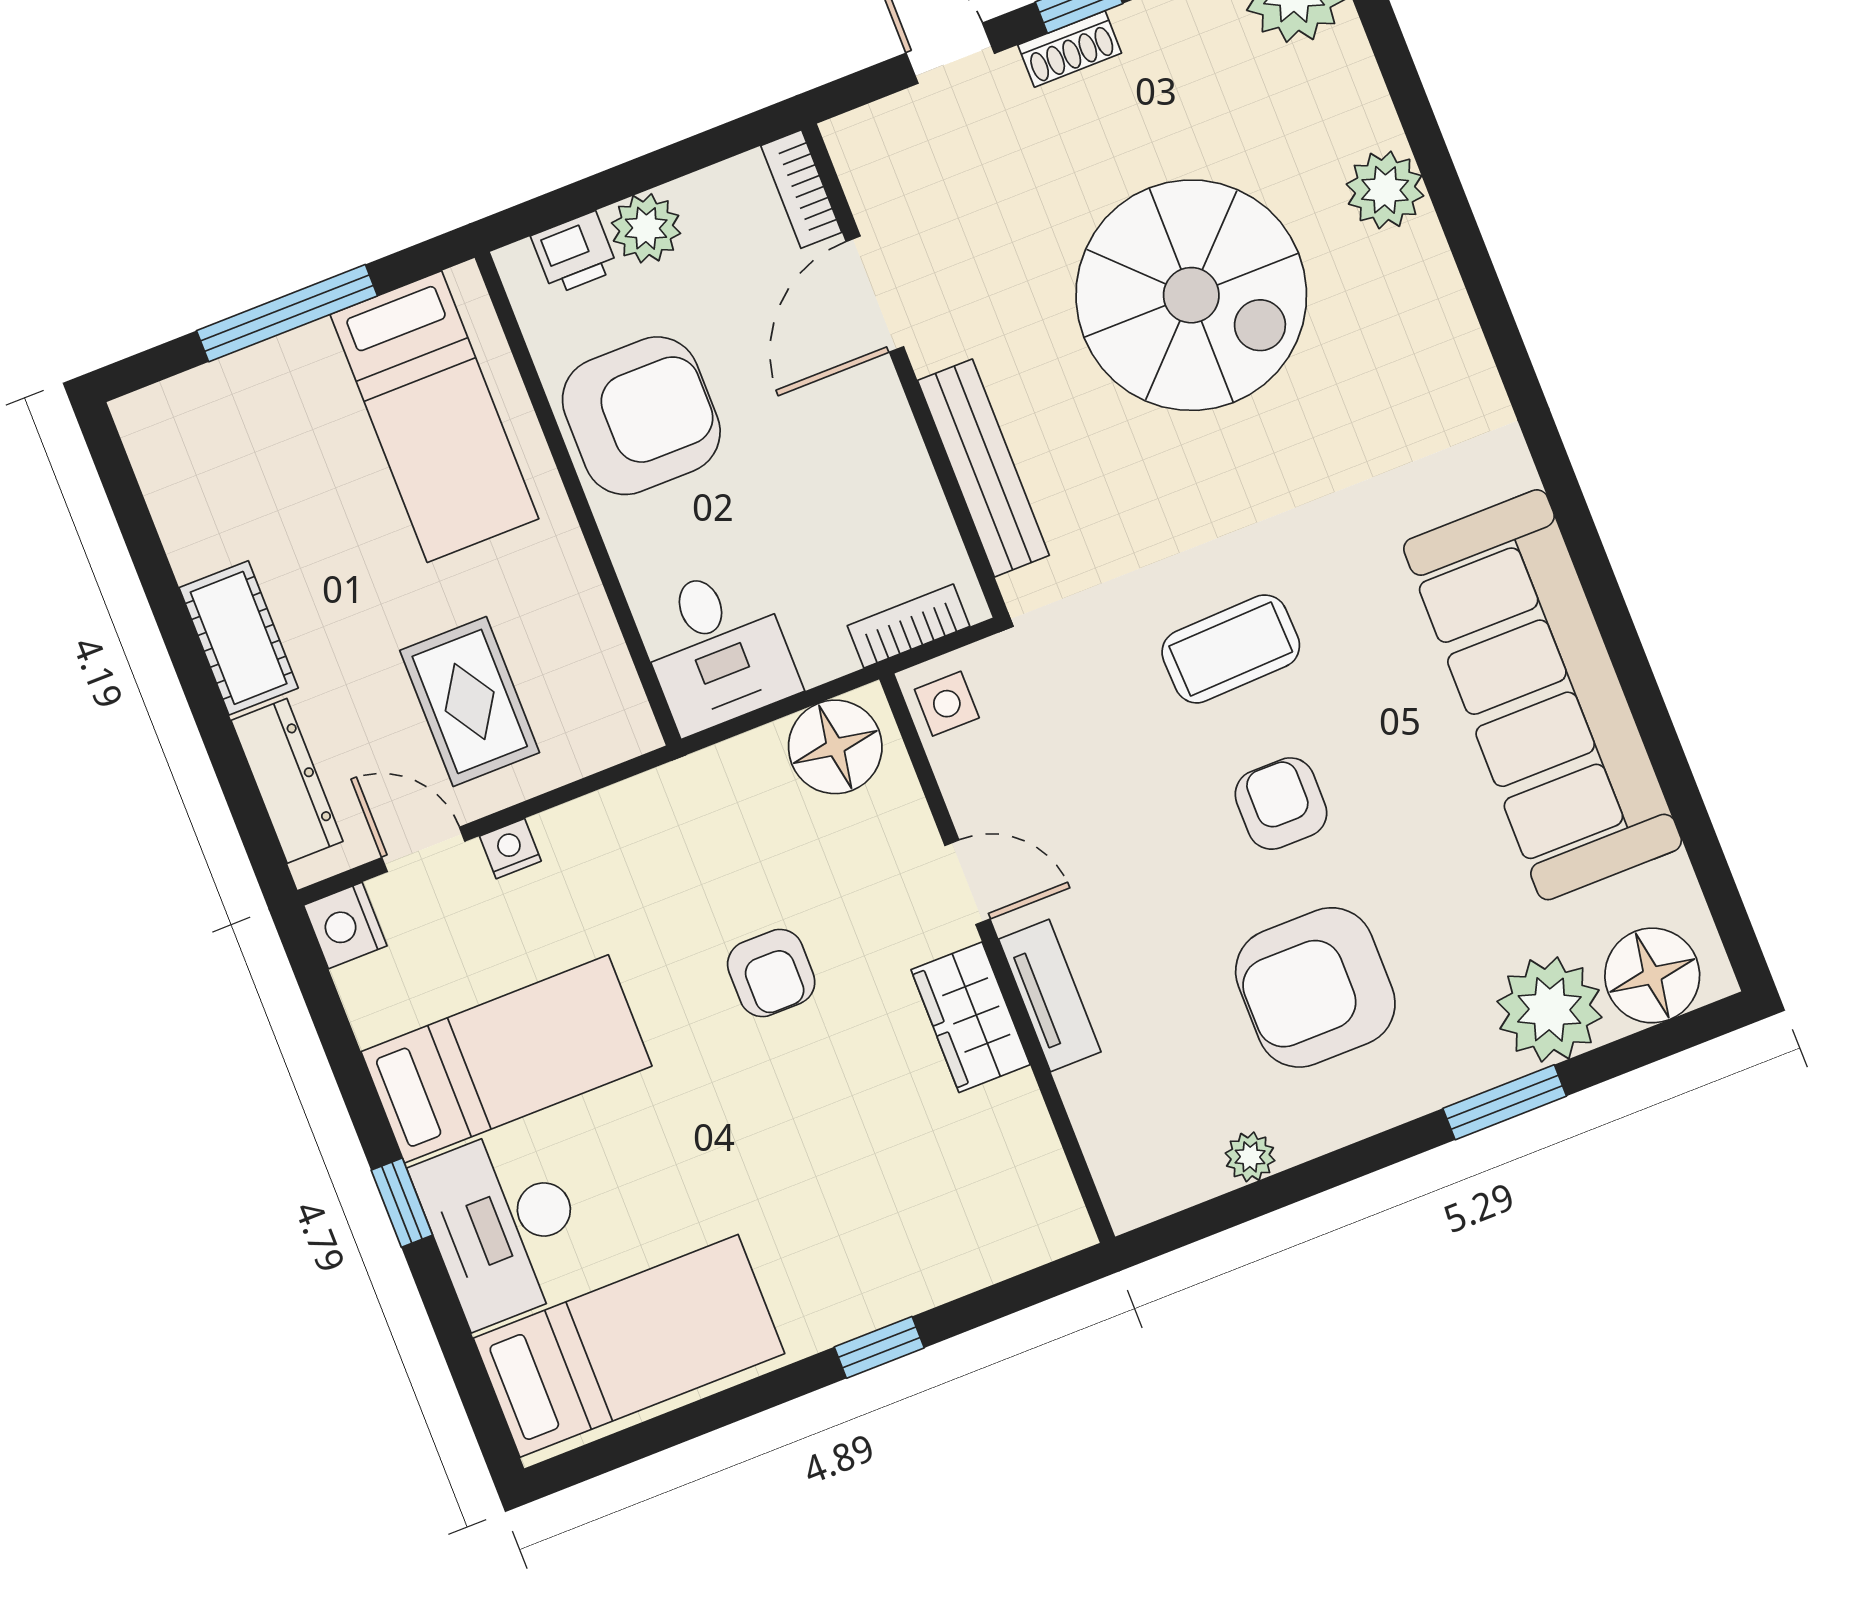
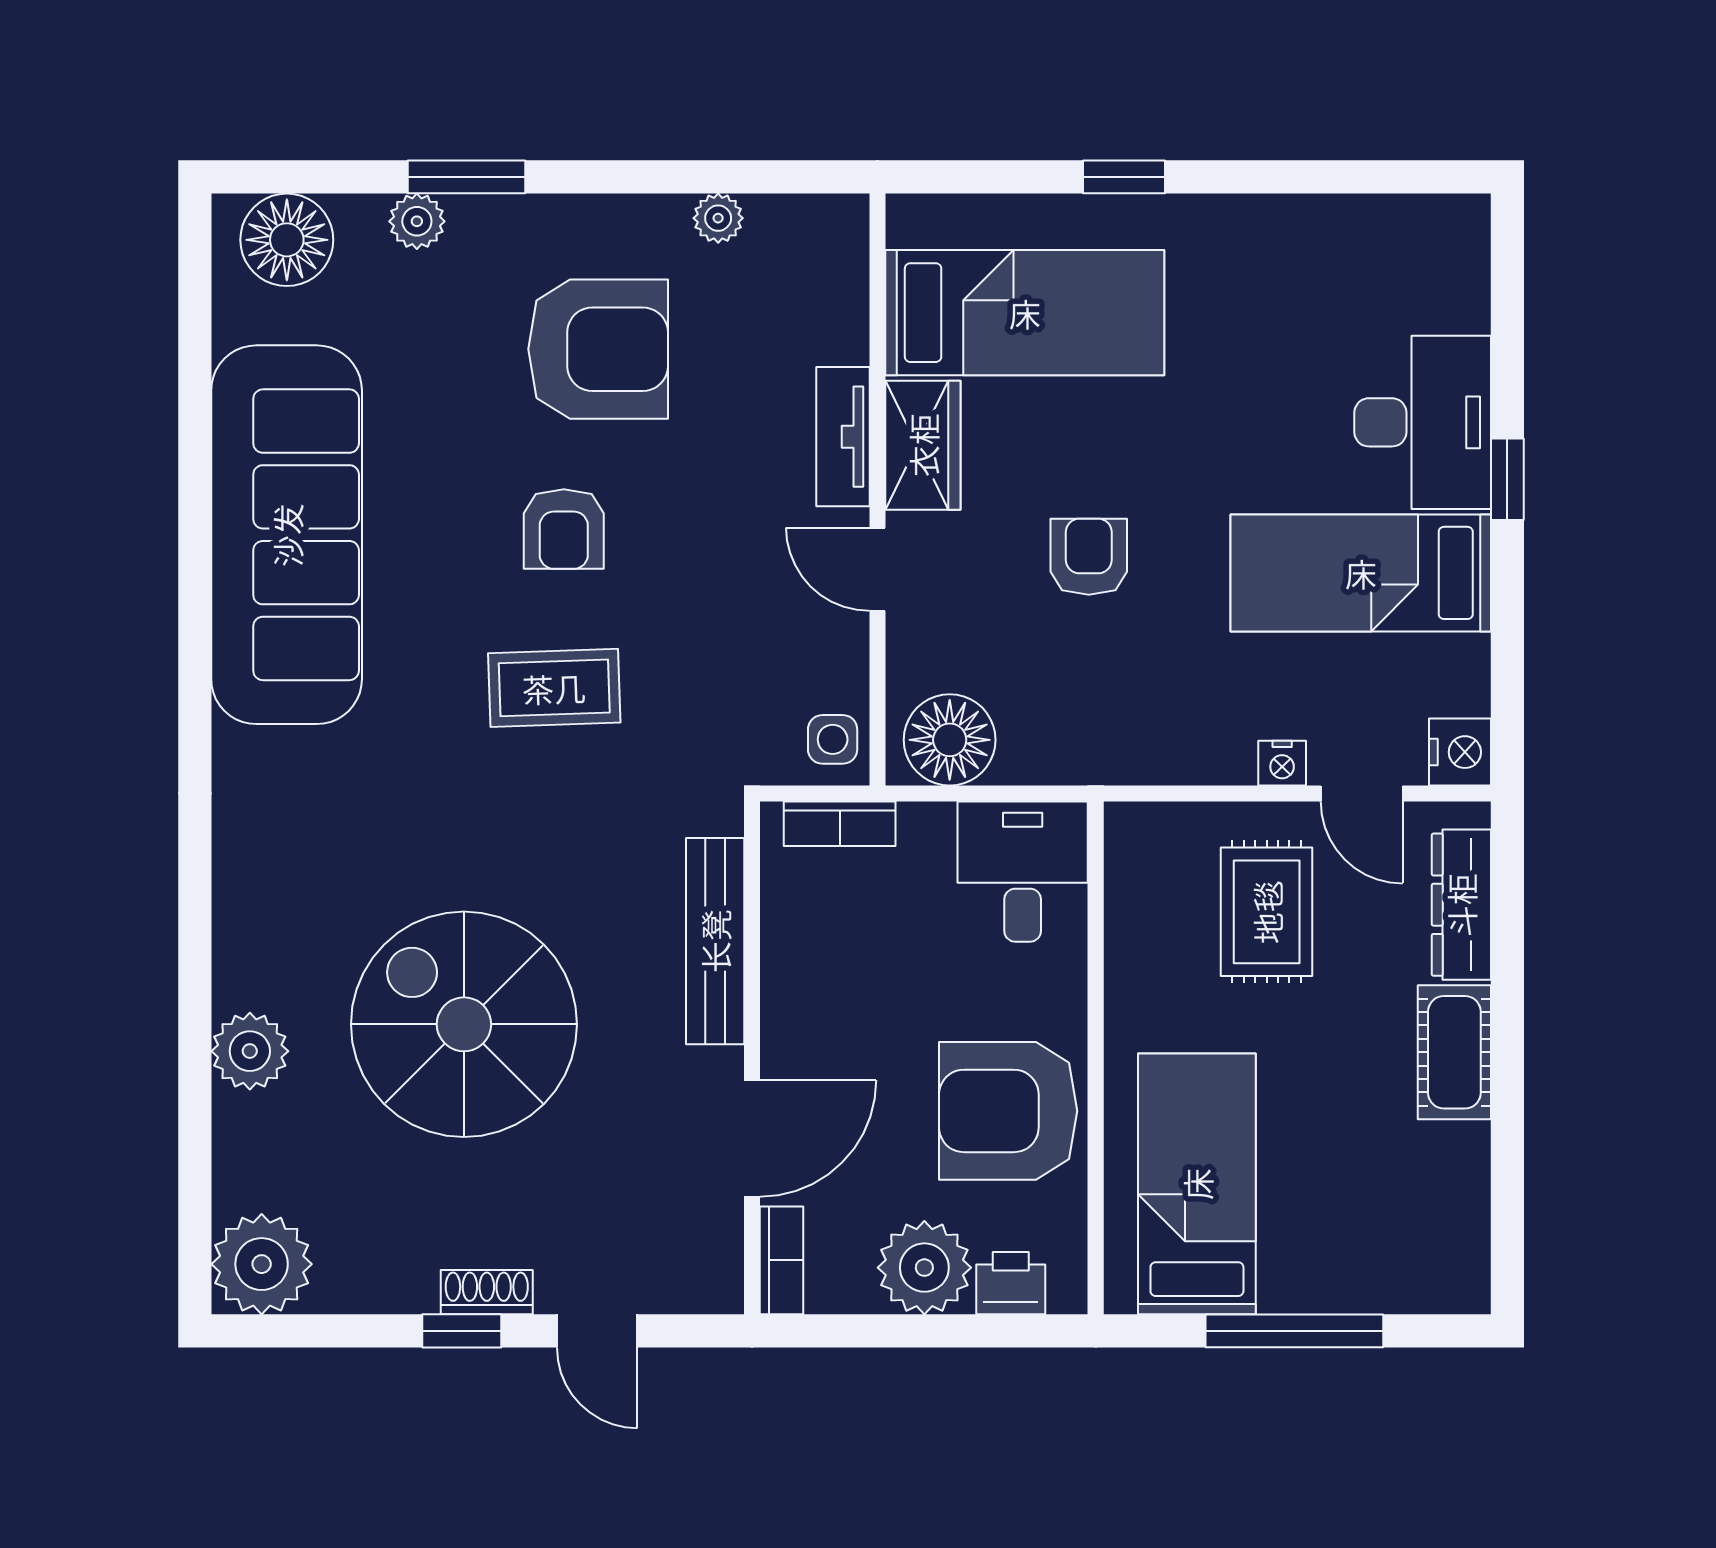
plant: (646, 228) -> (924, 1268), width x1.36, depth x1.36
plant: (1549, 1009) -> (417, 221), width x0.53, depth x0.53
bed: (629, 1346) -> (1025, 313), moved, turned 180

